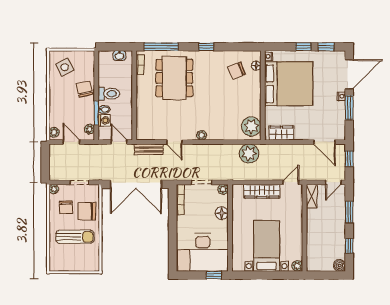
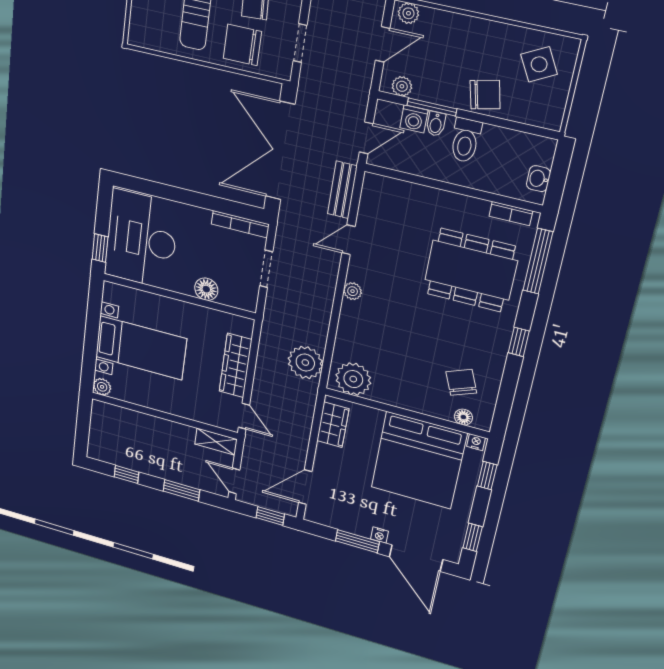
window: (303, 47) -> (487, 476), moved
plant: (223, 189) -> (248, 303), removed
chair: (87, 211) -> (242, 45), turned -90
boiler: (340, 265) -> (96, 451), removed

